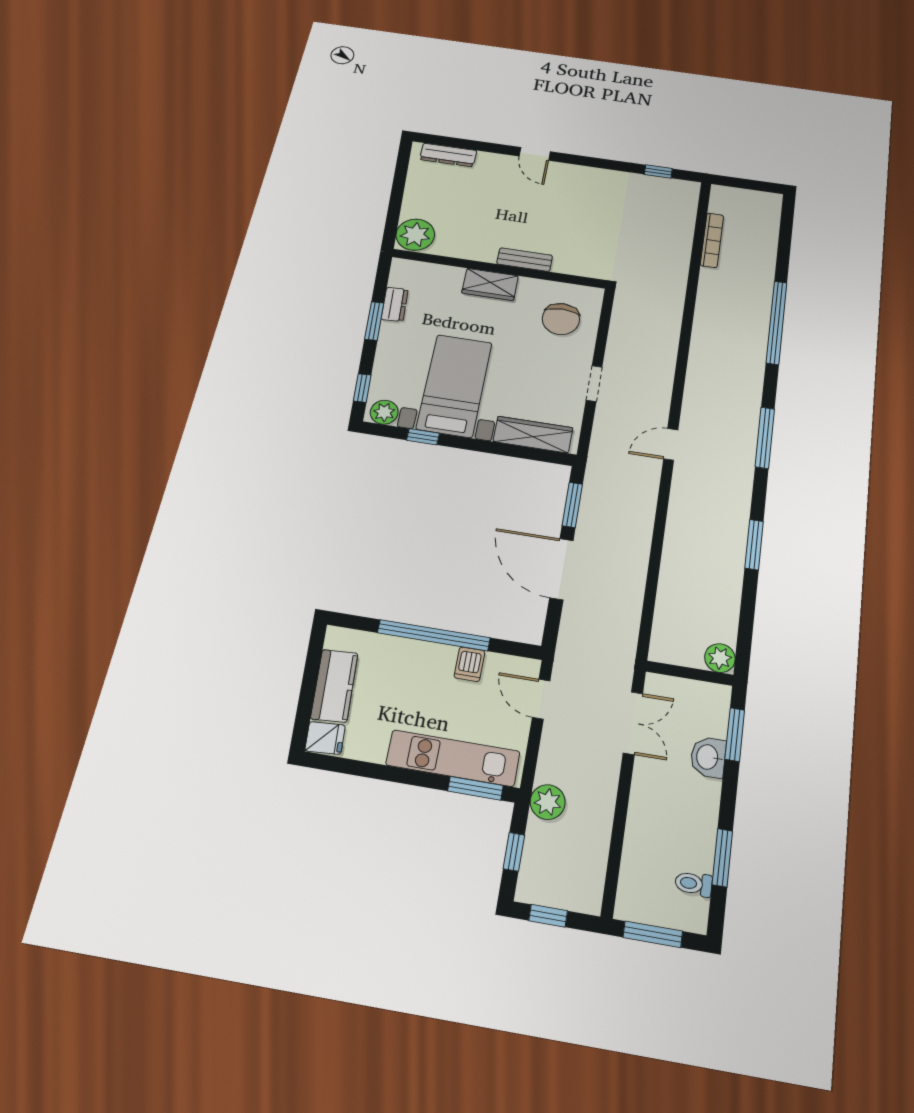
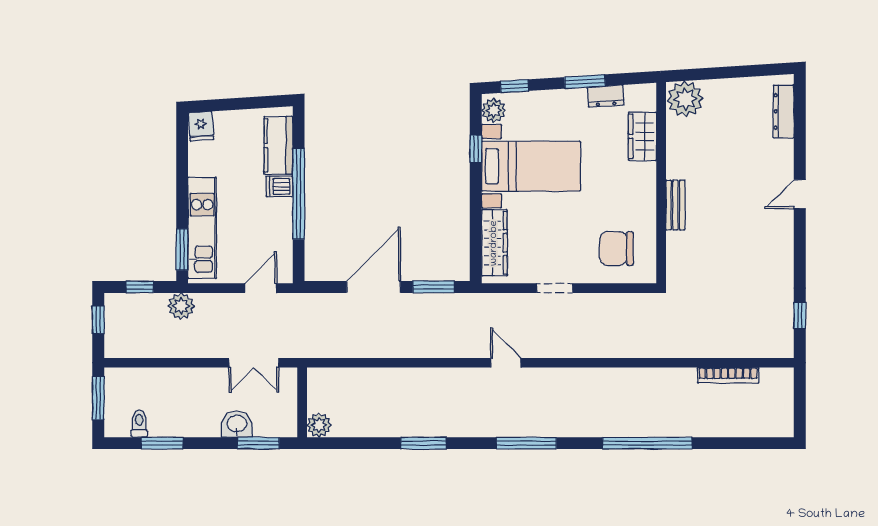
wardrobe: (490, 284) -> (642, 136), moved
dishwasher: (469, 664) -> (279, 186), moved
kitchen counter: (334, 686) -> (278, 145), moved, turned 94

